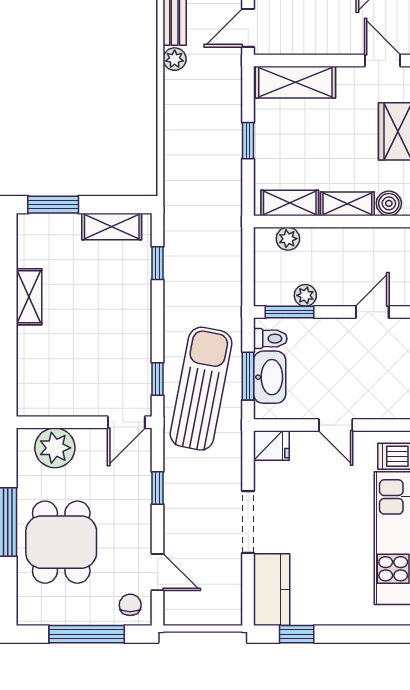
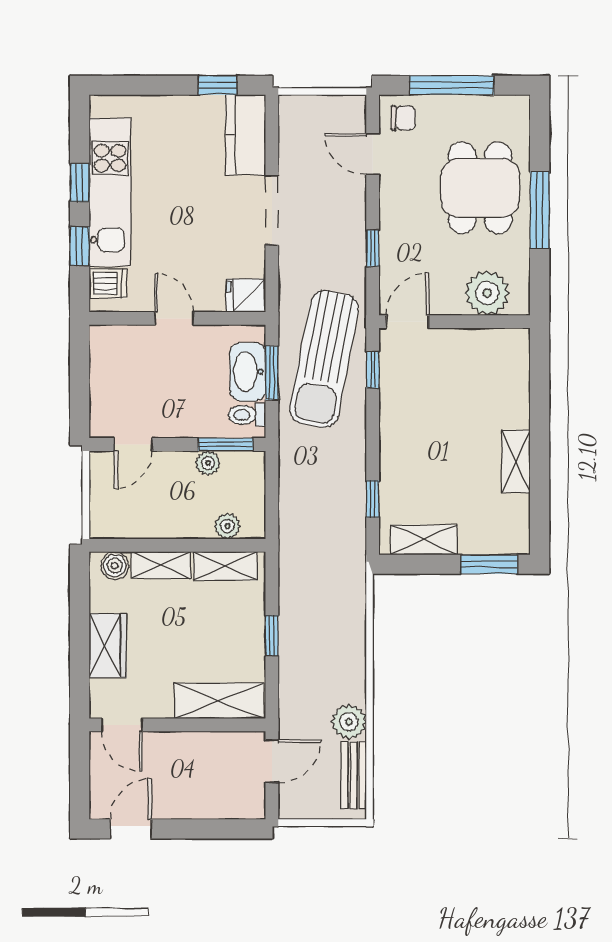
plant: (175, 59) -> (349, 722), width x1.38, depth x1.38
chair: (130, 605) -> (403, 118), turned -90

